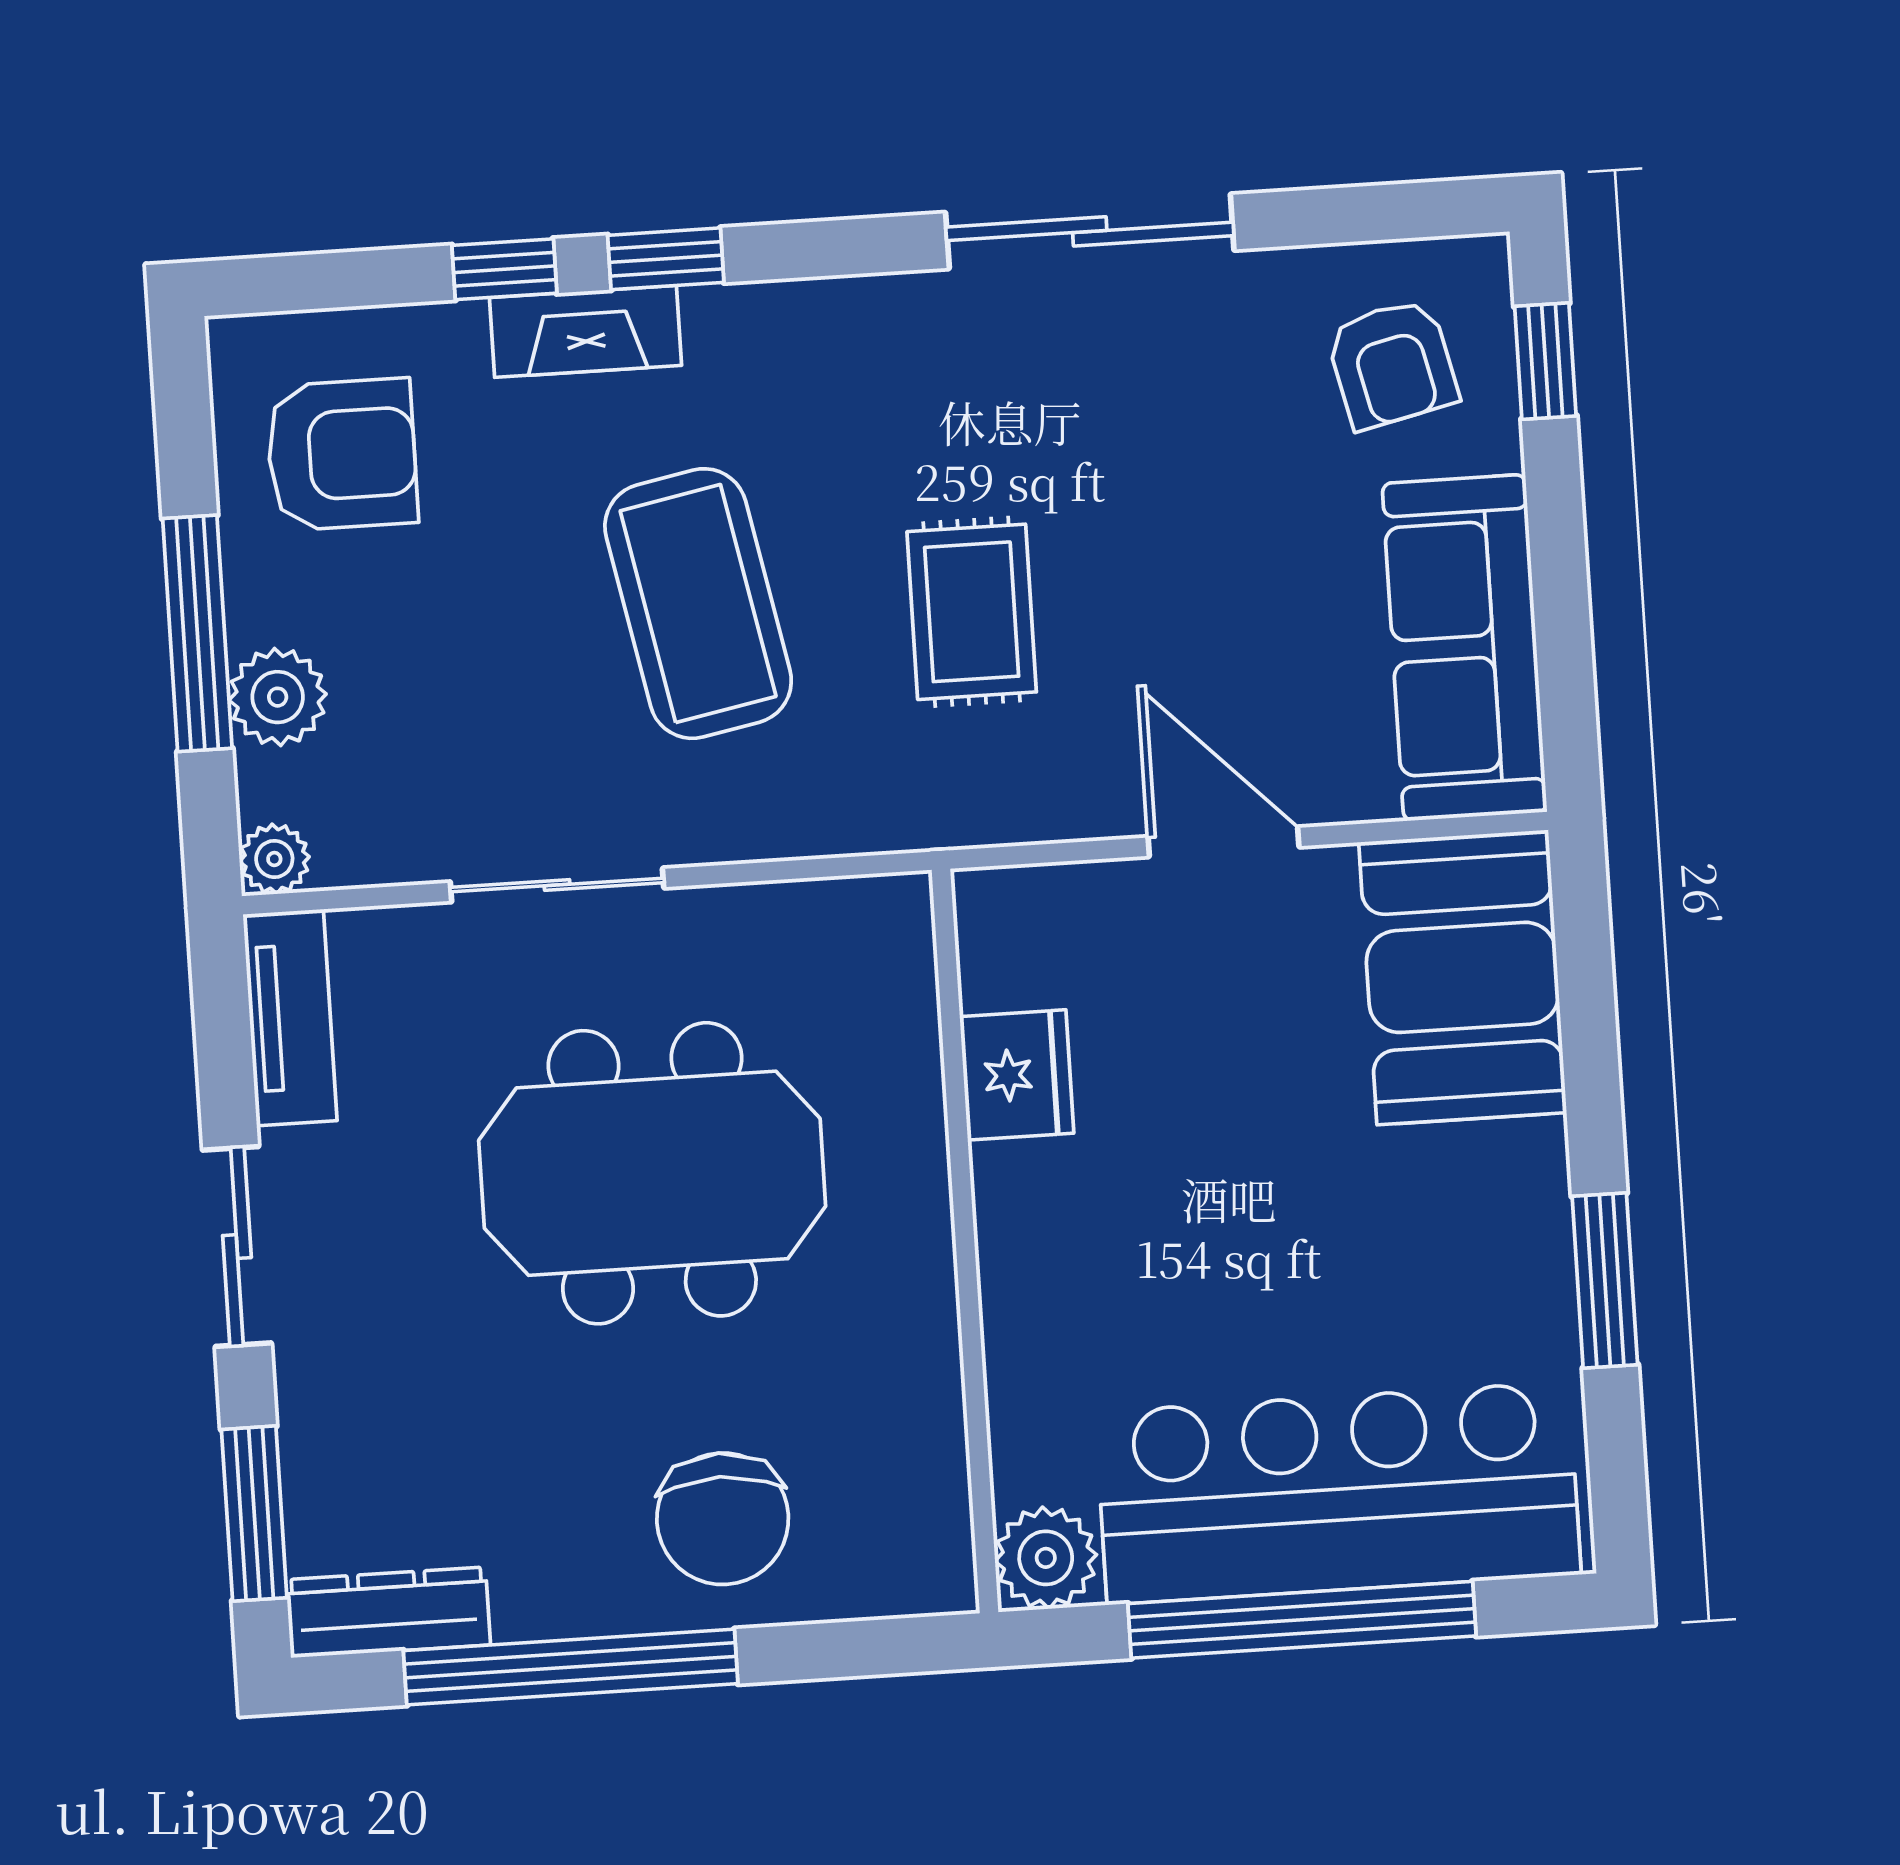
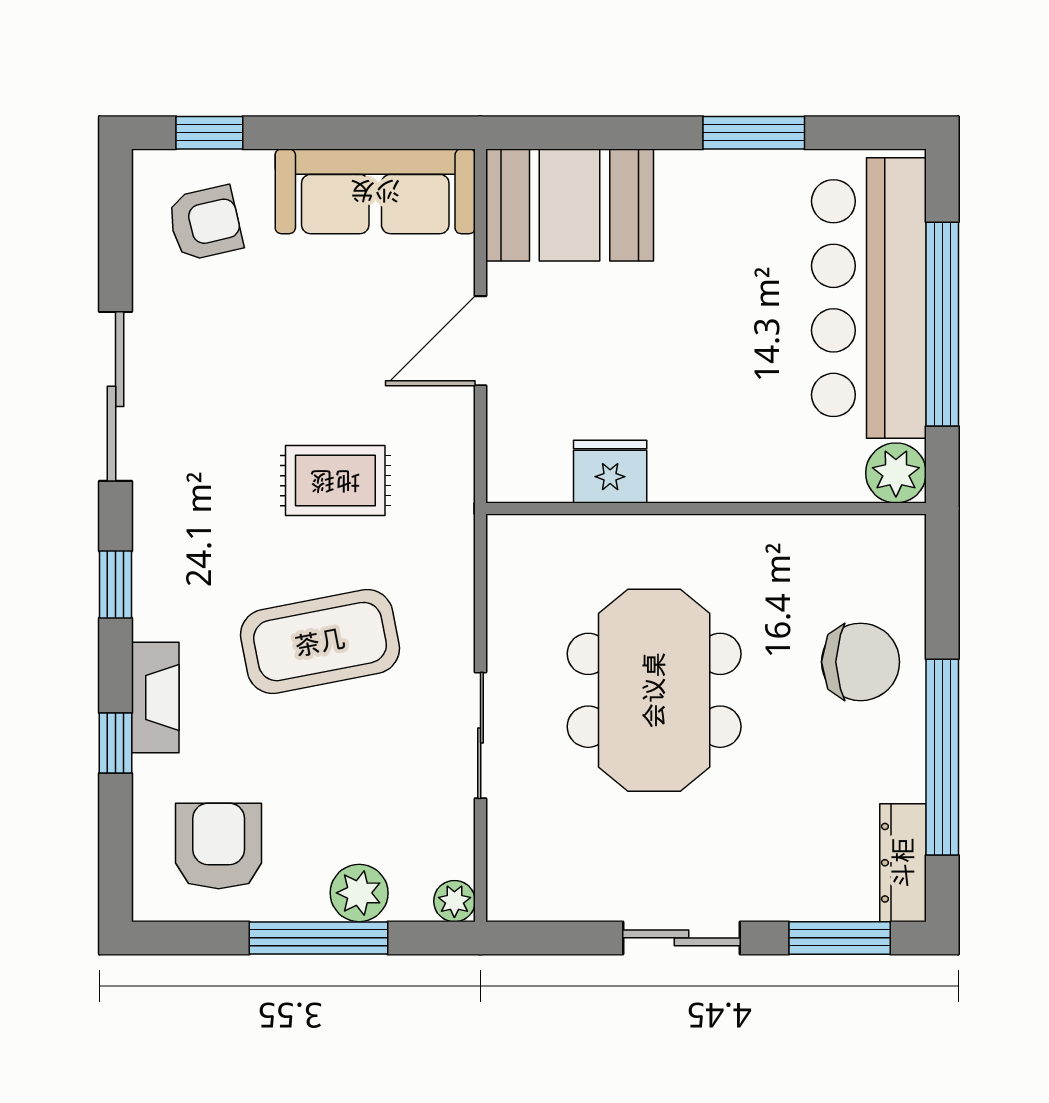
window: (666, 259) -> (116, 585), moved
tv unit: (290, 1018) -> (549, 898), removed

